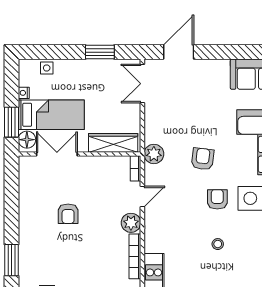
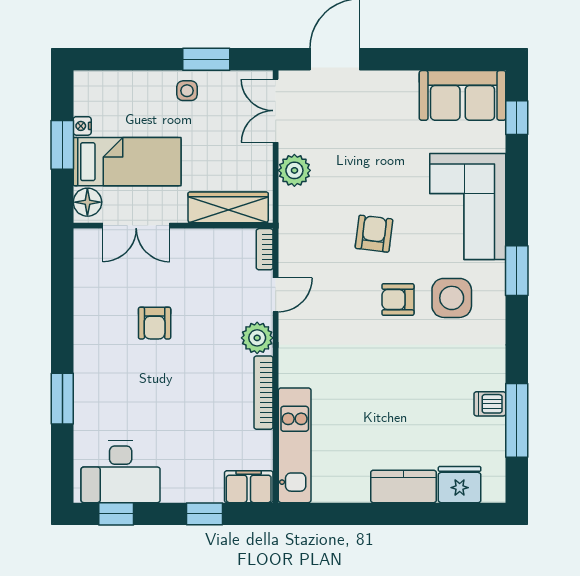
side table: (47, 68) -> (187, 91), moved
window: (11, 122) -> (62, 145), moved
double door: (57, 154) -> (136, 226), swing flipped
plant: (154, 154) -> (294, 170), moved
armchair: (217, 199) -> (398, 300), turned -90
stool: (218, 244) -> (399, 372), removed

